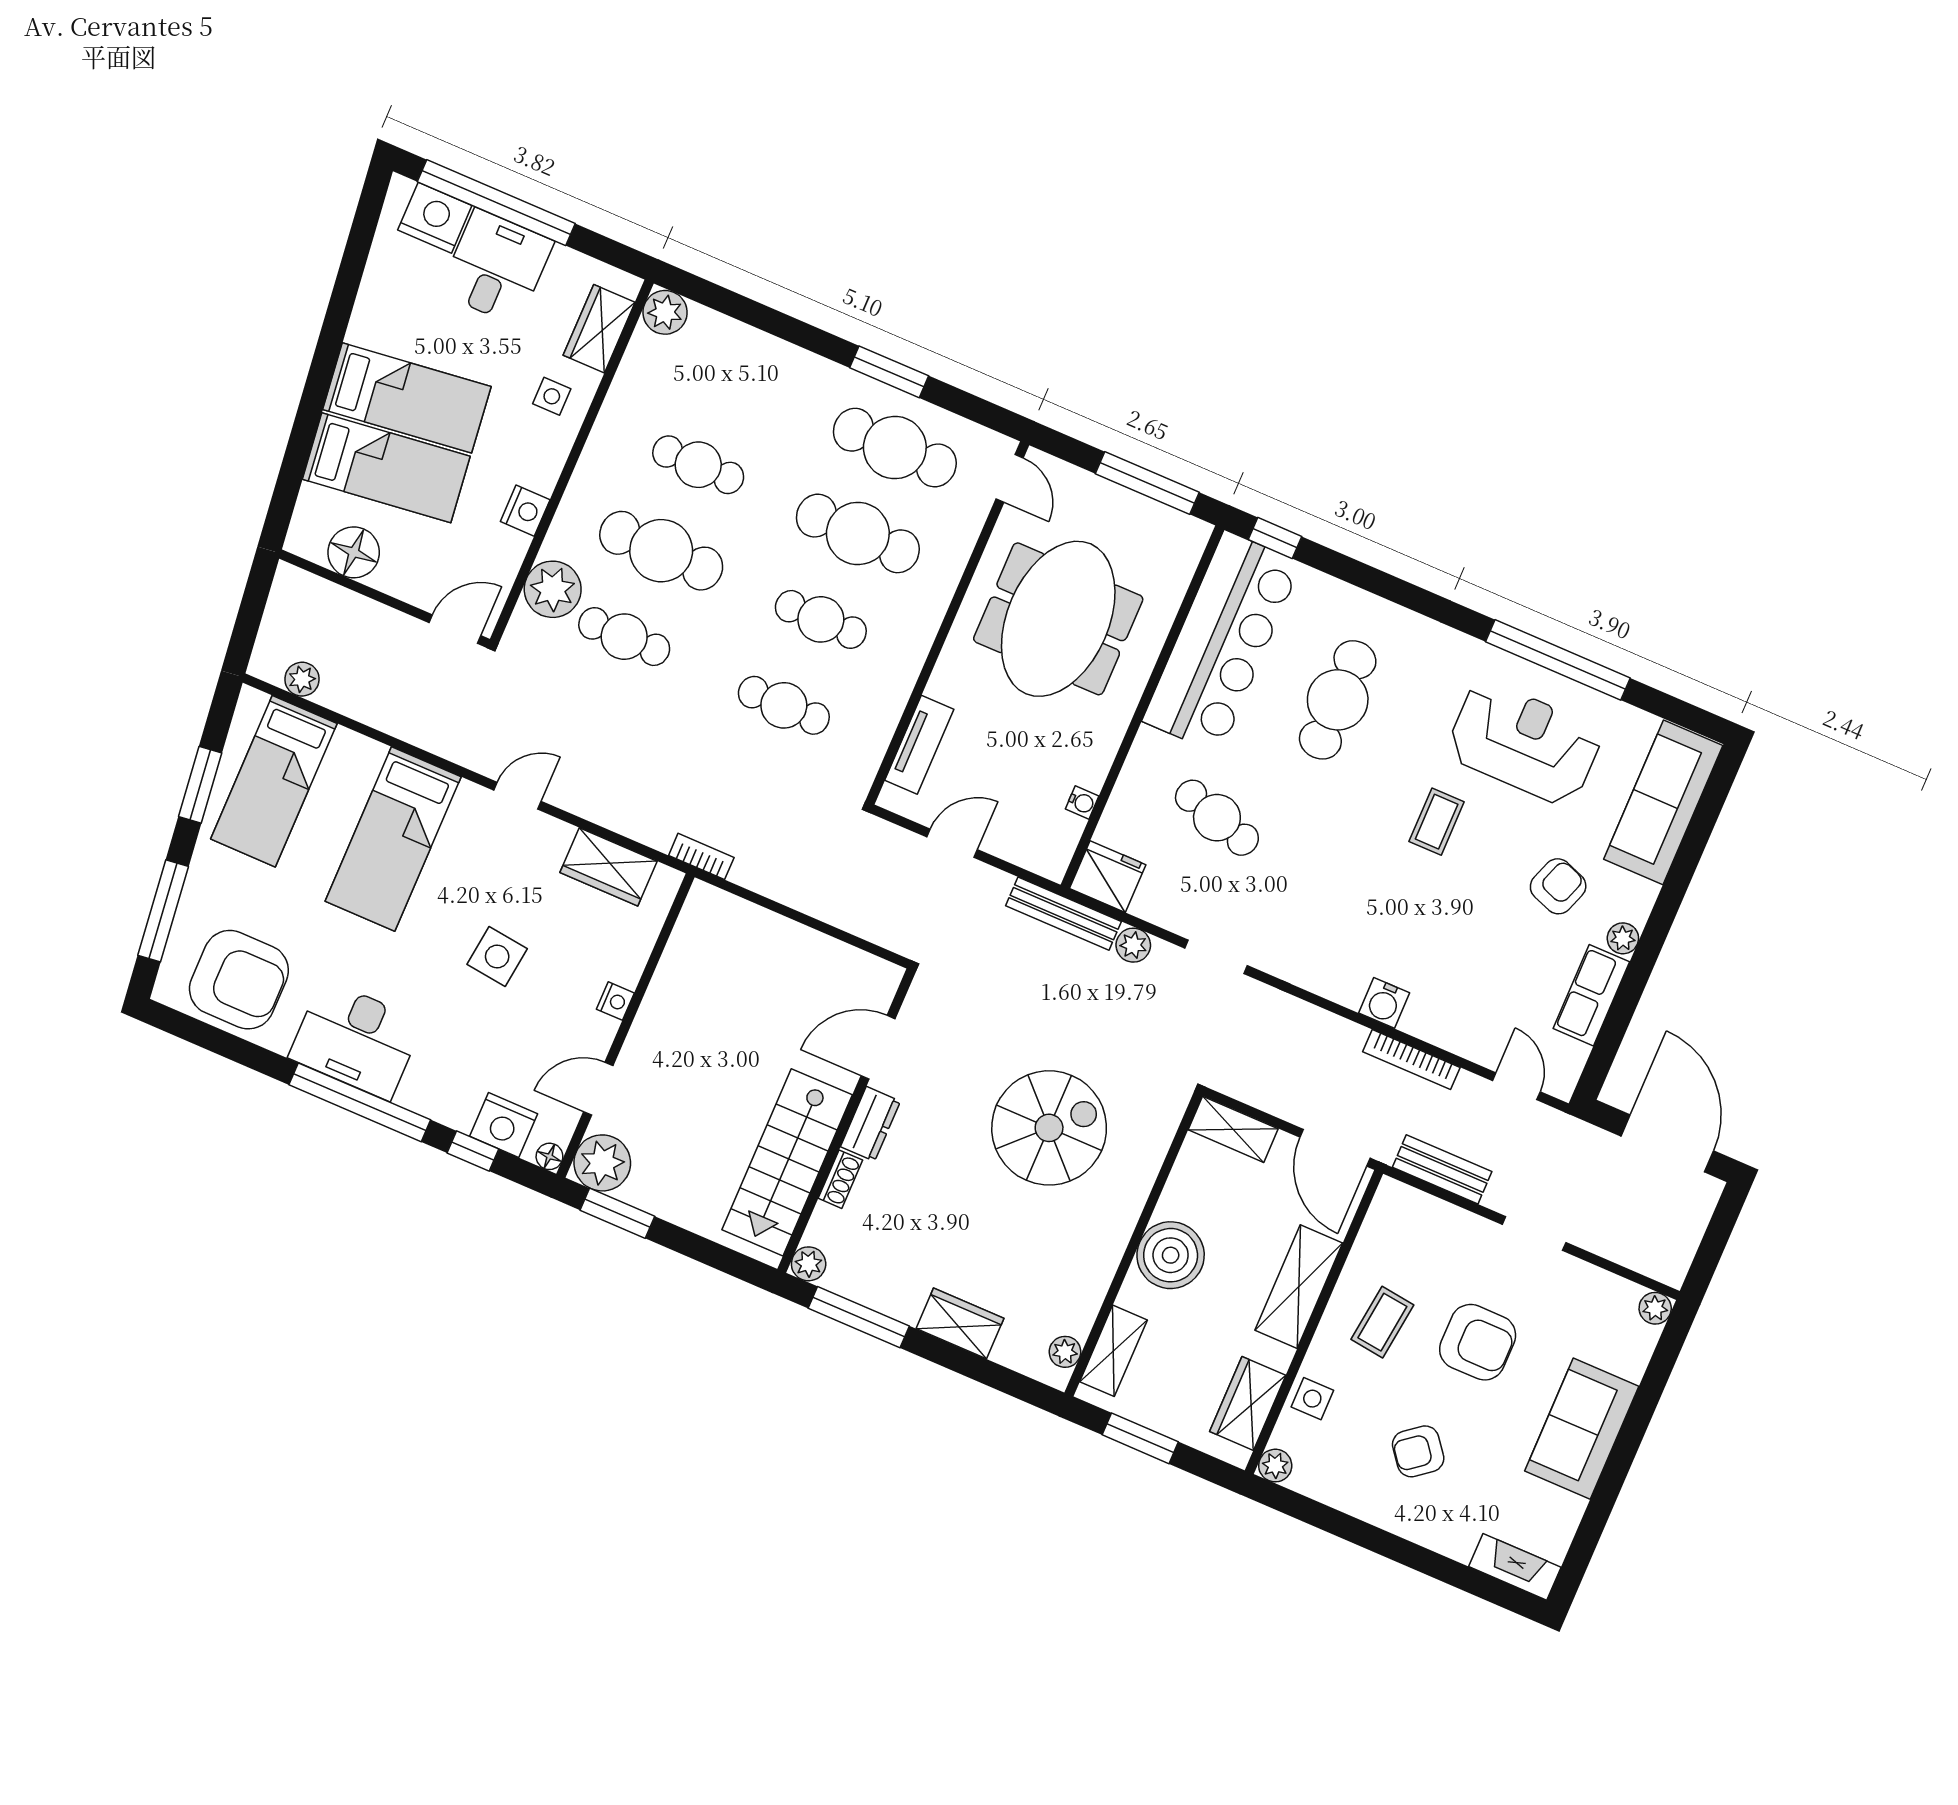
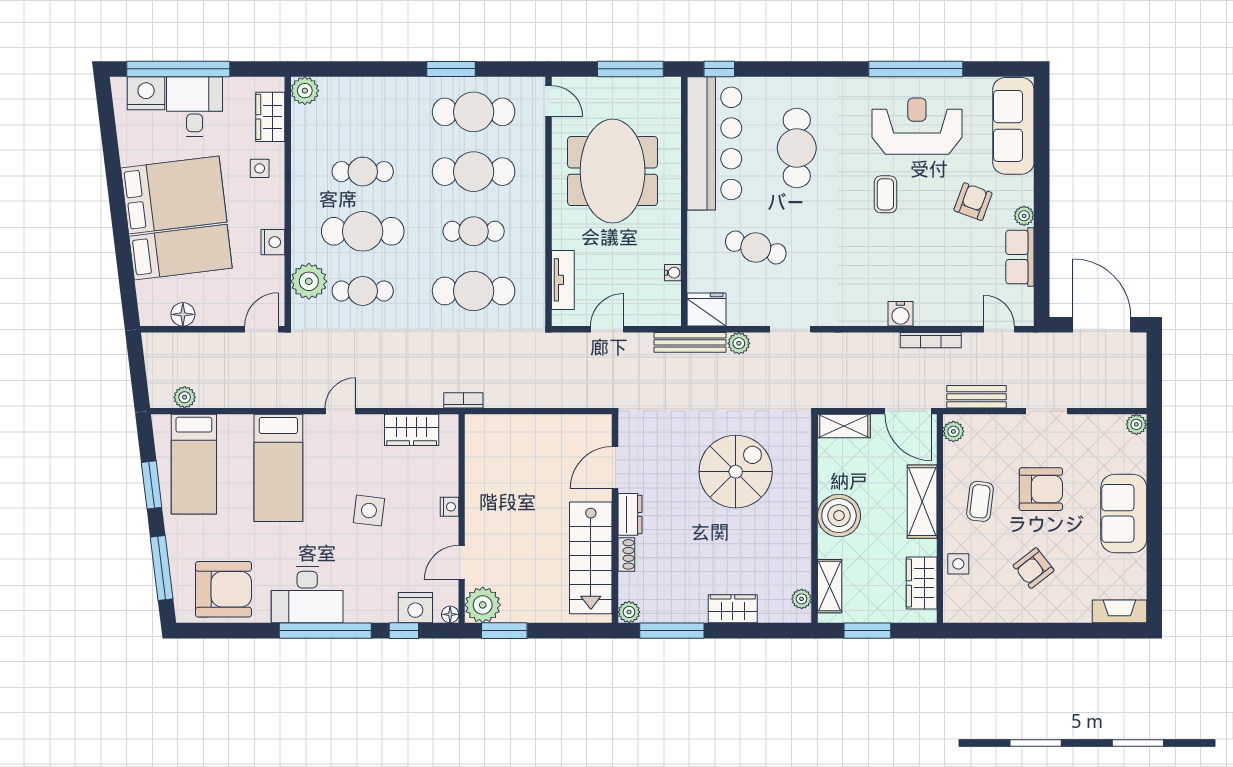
bed: (407, 398) -> (174, 195), width x1.50
floor lamp: (354, 552) -> (183, 314), width x0.73, depth x0.73
cafe table: (784, 705) -> (474, 291), width x1.37, depth x1.35
plant: (1275, 1466) -> (953, 431), moved

